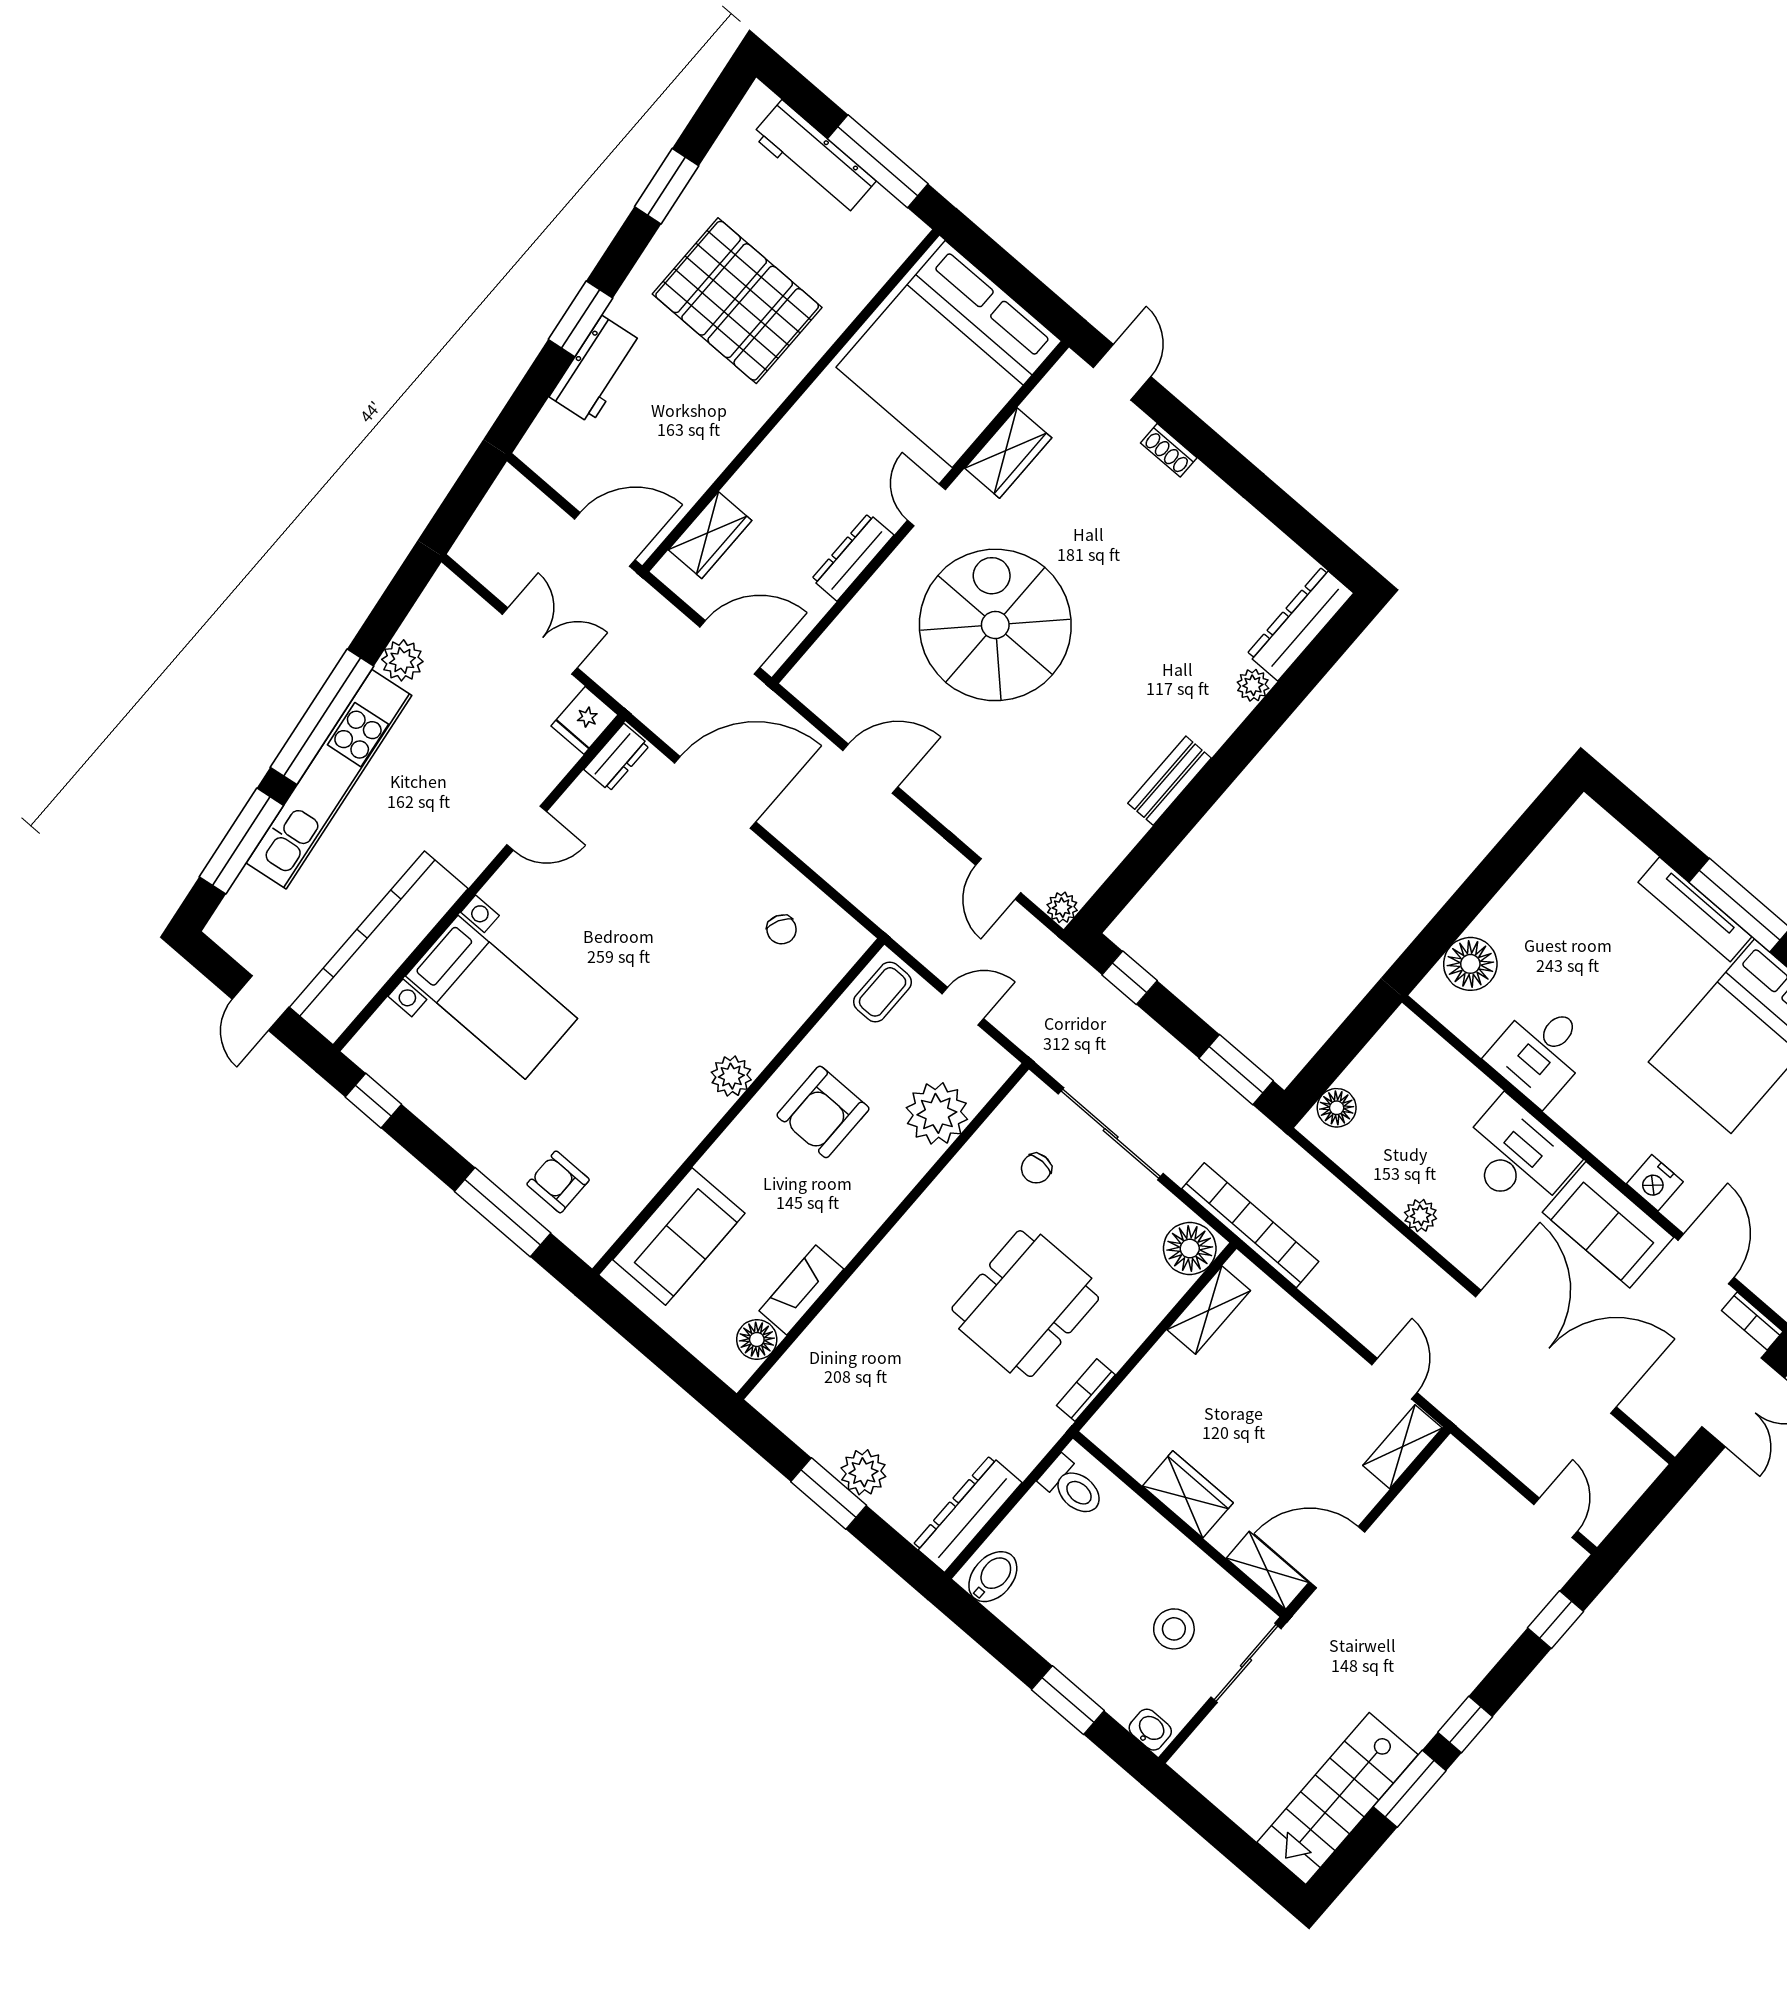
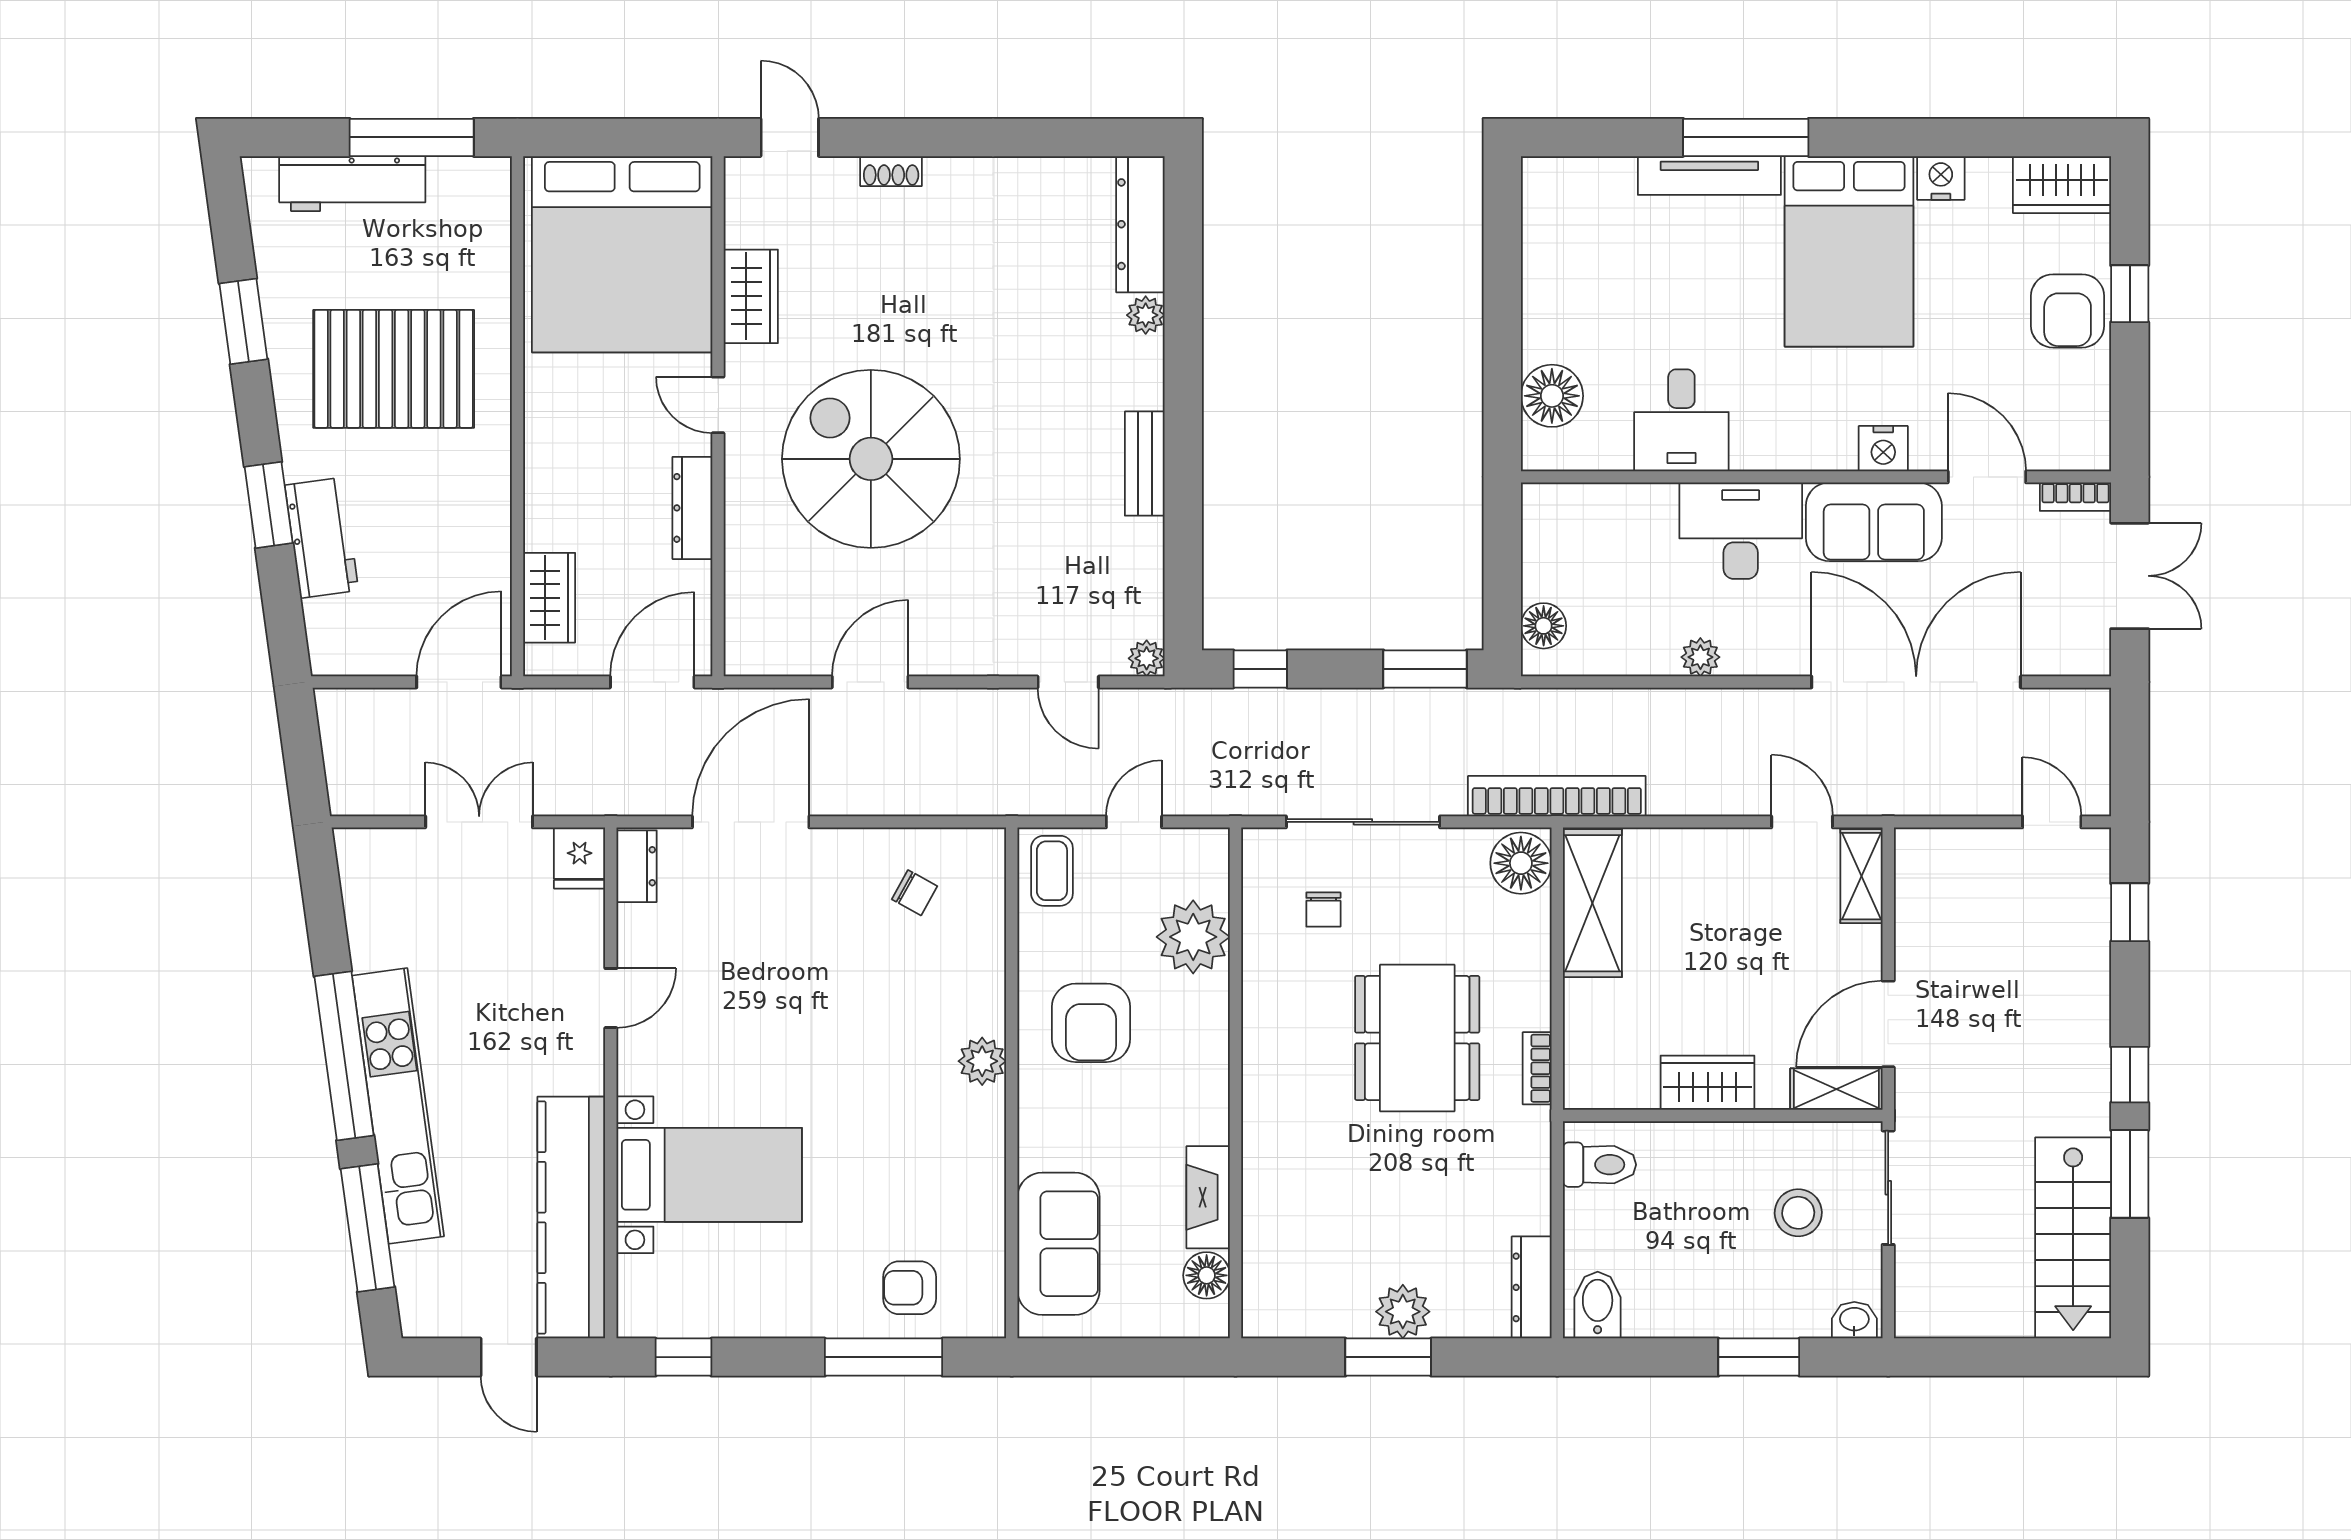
plant: (402, 660) -> (372, 944), removed
shelving: (1209, 1310) -> (1592, 903), width x1.50, depth x1.33
dresser: (967, 1514) -> (1532, 1287), width x0.73, depth x0.80

